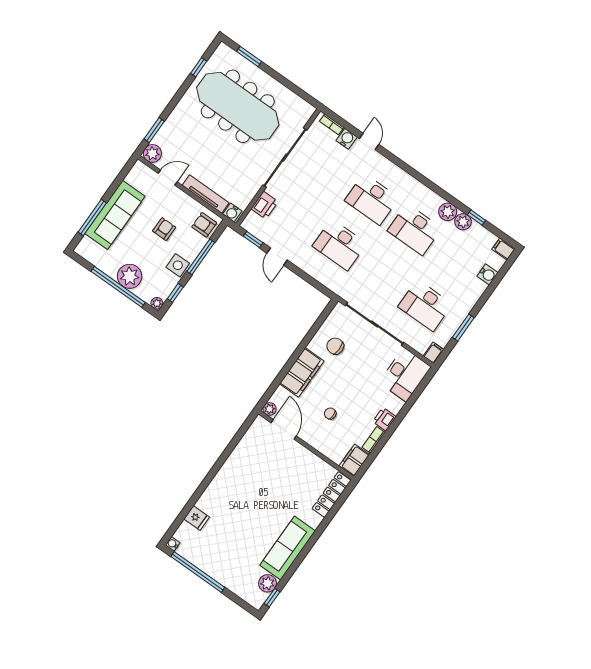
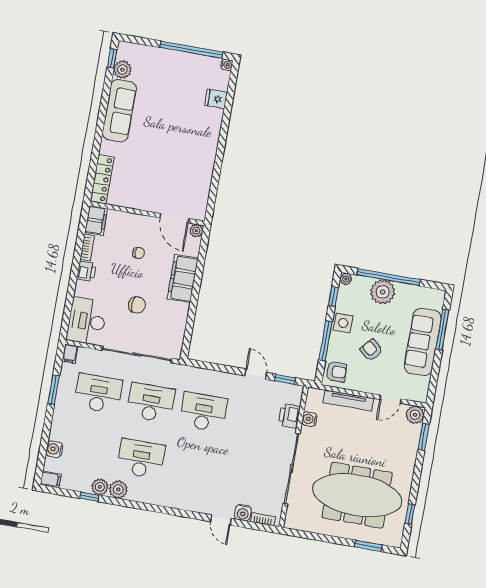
desk: (372, 199) -> (151, 403), moved
water cooler: (232, 213) -> (309, 419), moved, turned -90
armchair: (164, 229) -> (371, 350), turned 131
chair: (335, 346) -> (137, 305), moved

